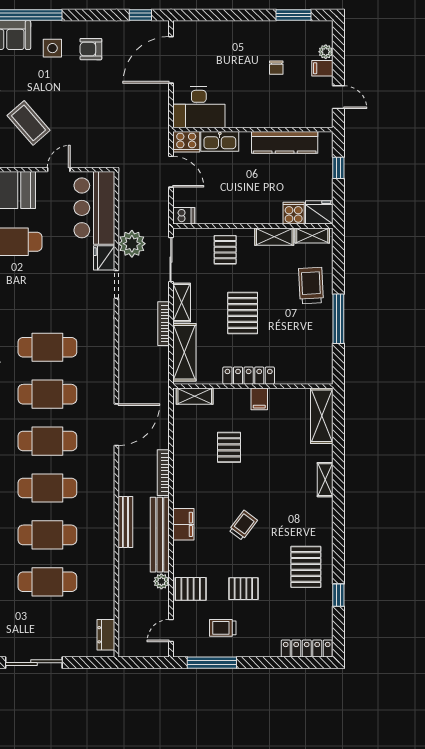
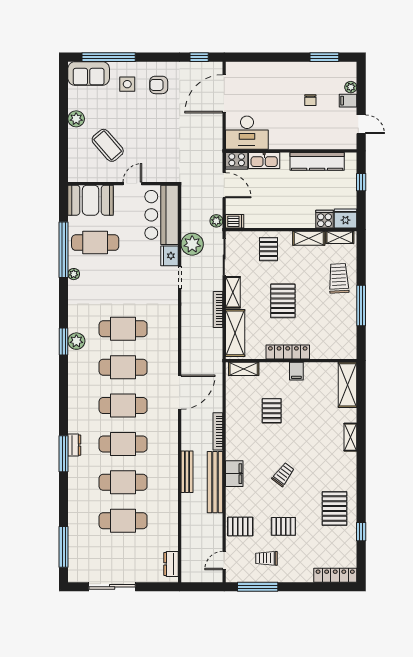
plant: (161, 581) -> (216, 221), moved

